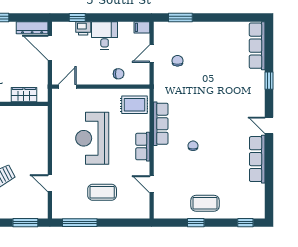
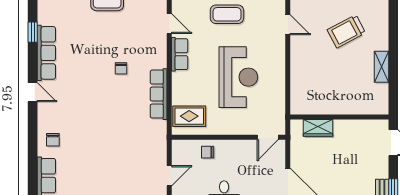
chair: (177, 61) -> (53, 140), moved
window: (269, 81) -> (33, 32), moved
row of seats: (143, 147) -> (180, 54), moved

